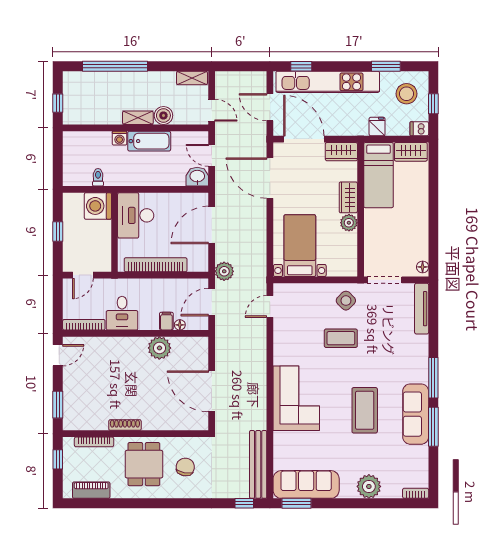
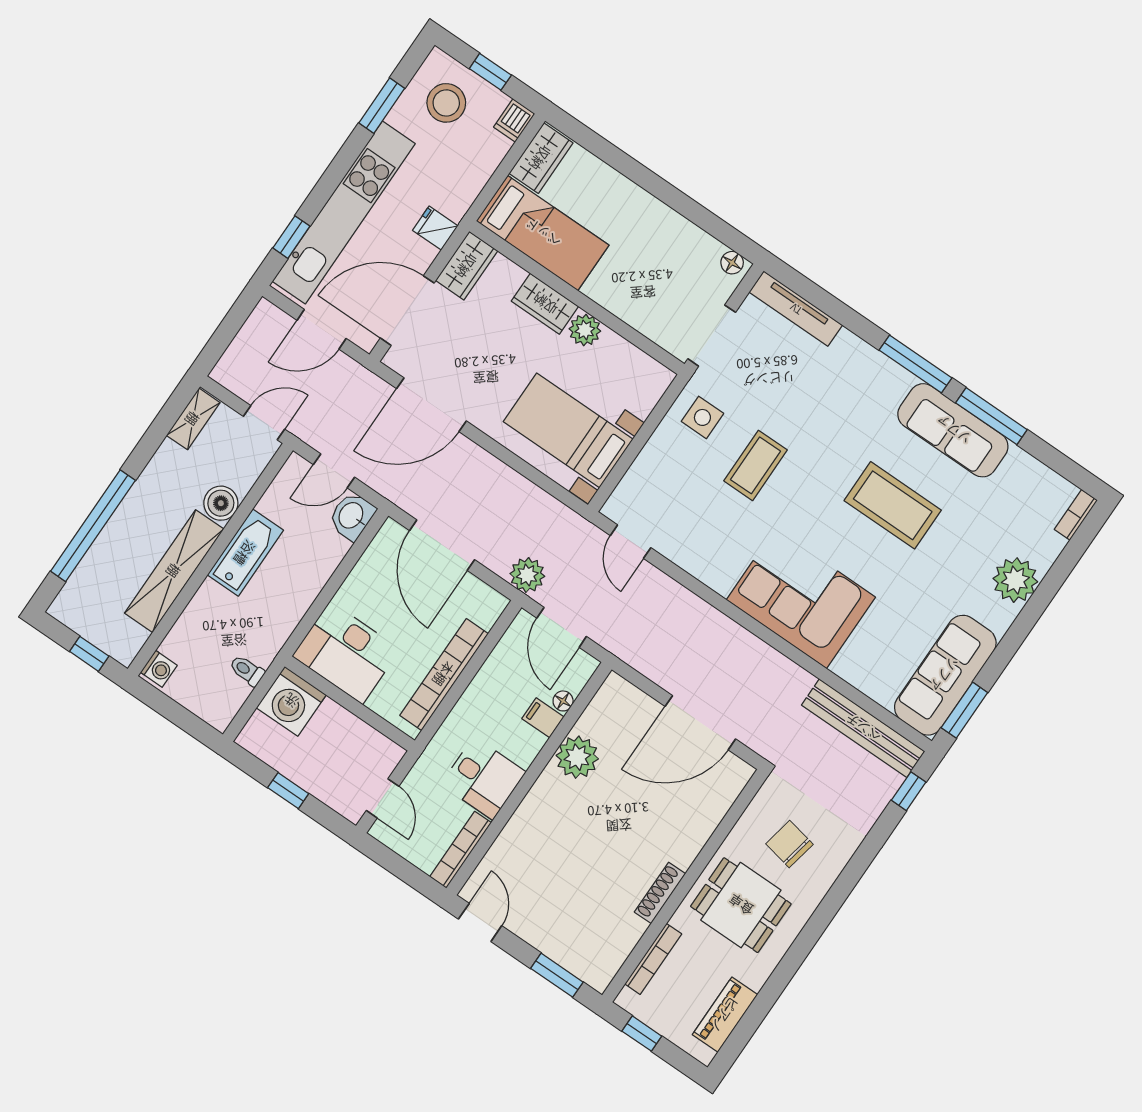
shelving: (138, 118) -> (174, 571), width x2.20, depth x1.33
fridge: (377, 127) -> (435, 228), moved
washing machine: (120, 138) -> (159, 669), moved
side table: (346, 301) -> (702, 417), turned 45

